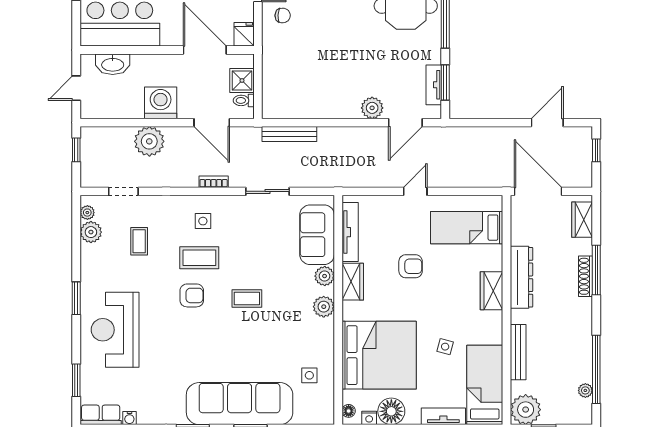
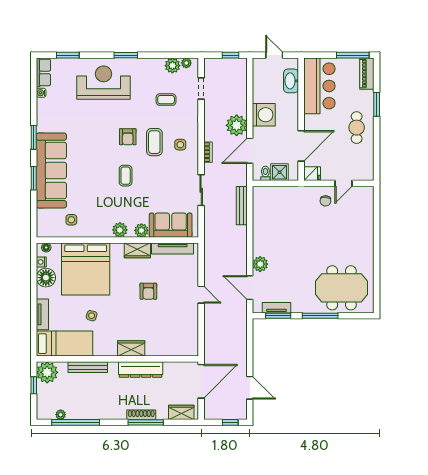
plant: (149, 141) -> (237, 125), moved
bed: (467, 228) -> (176, 331), removed

